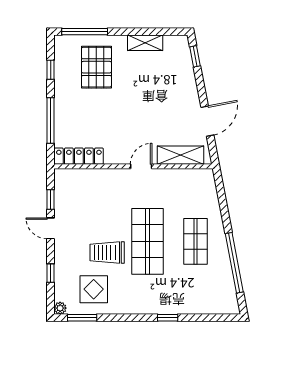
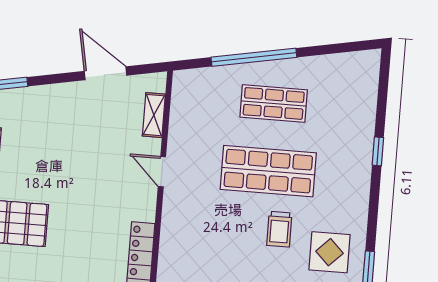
shelving: (181, 155) -> (154, 115), width x0.67, depth x0.75
trolley: (107, 253) -> (279, 229), width x0.73, depth x0.72
window: (234, 263) -> (254, 57), moved

